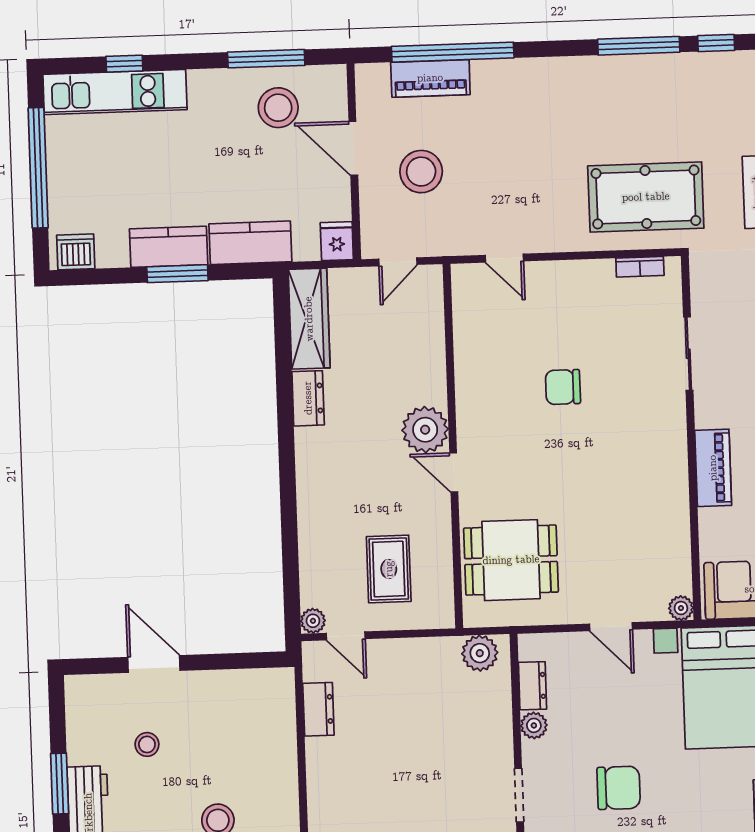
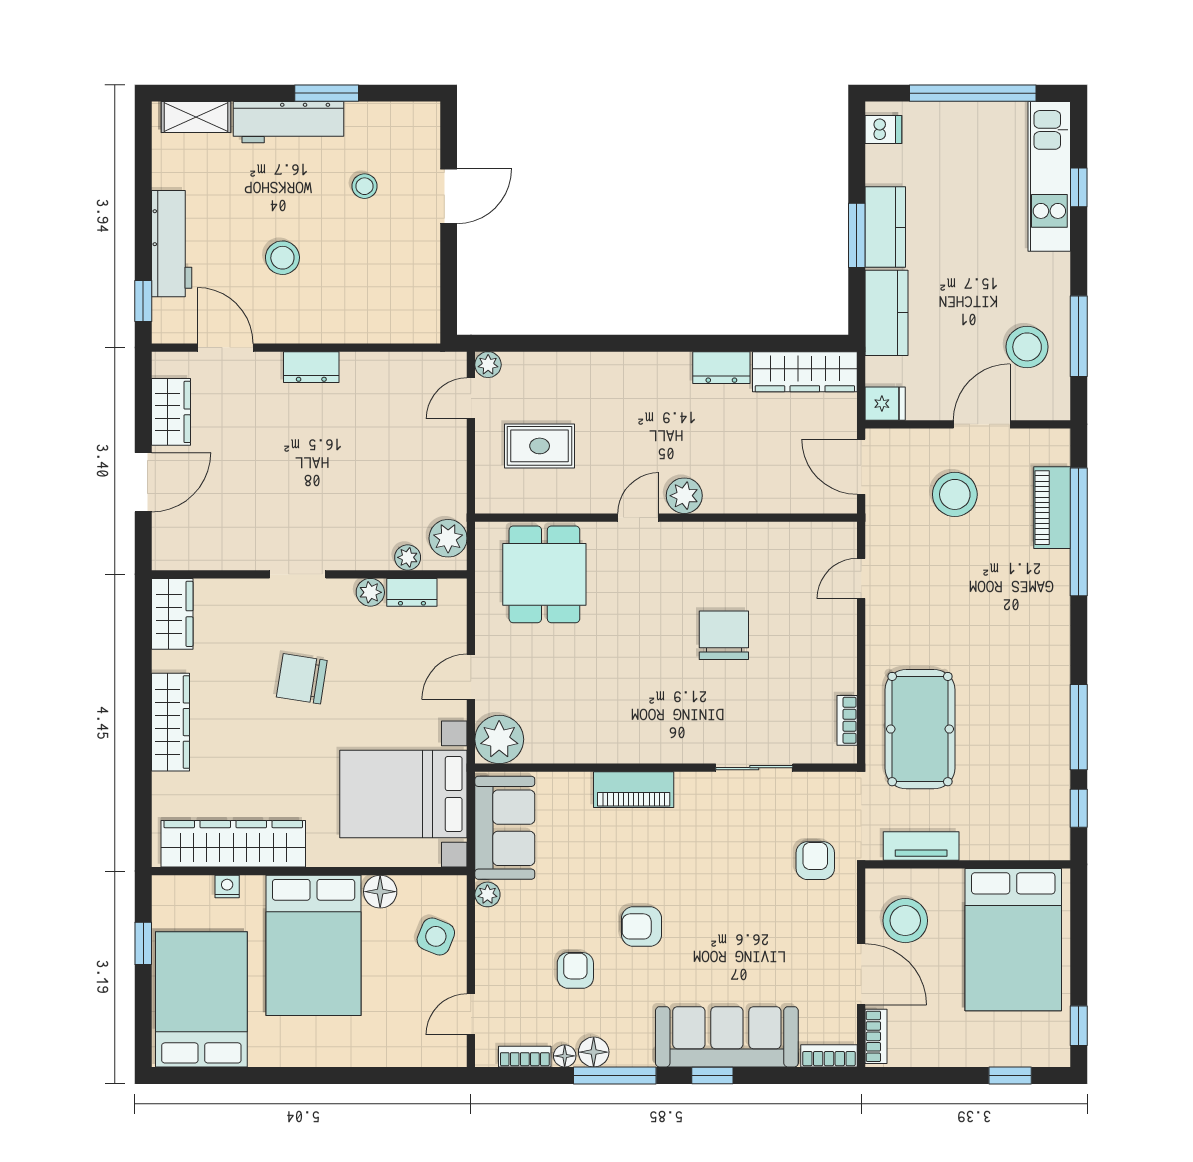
dishwasher: (76, 252) -> (883, 130), width x0.73
door: (398, 262) -> (861, 467), width x1.38
chair: (563, 387) -> (724, 635), width x1.37, depth x1.37
plant: (425, 430) -> (684, 496), width x0.73, depth x0.73
plant: (681, 608) -> (499, 739), width x1.87, depth x1.87
plant: (499, 691) -> (408, 557), added
dresser: (318, 709) -> (311, 367), moved
chair: (619, 788) -> (302, 679), turned 99

